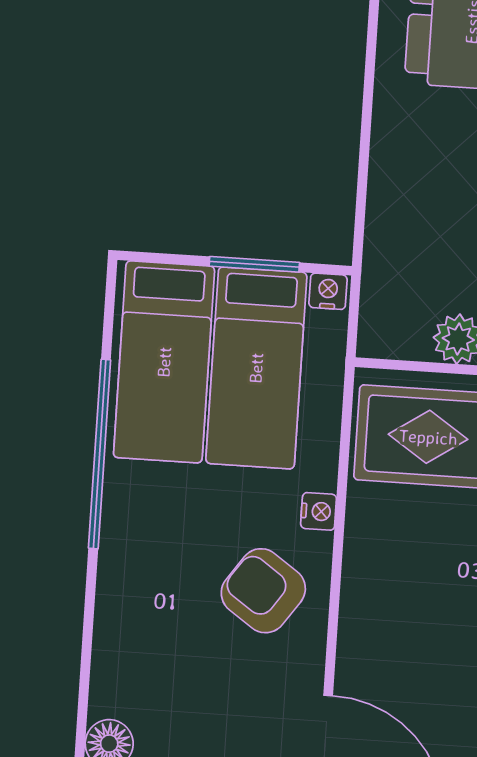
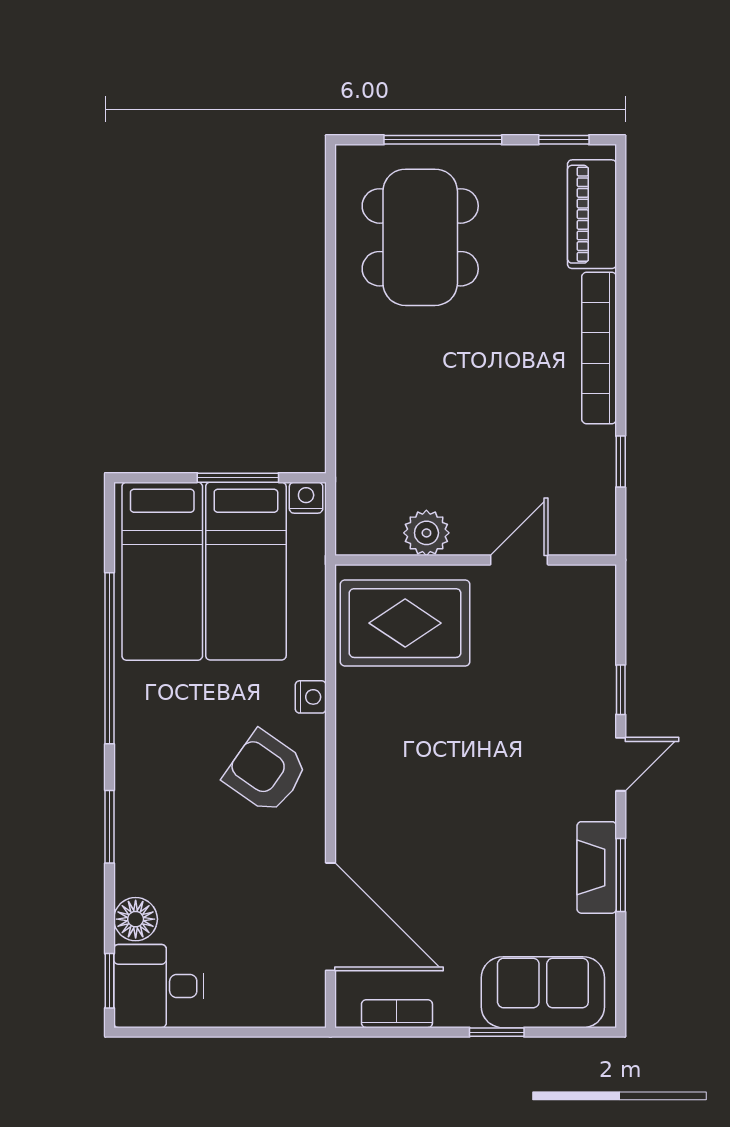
window: (87, 640) -> (110, 827), added

